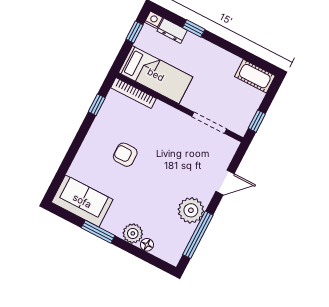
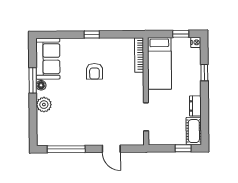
dresser: (172, 31) -> (195, 106), moved
window: (97, 105) -> (92, 34), moved
window: (257, 121) -> (183, 148), moved
armchair: (125, 155) -> (94, 71), turned 180
plant: (191, 210) -> (80, 136), removed
floor lamp: (147, 245) -> (41, 85), moved

